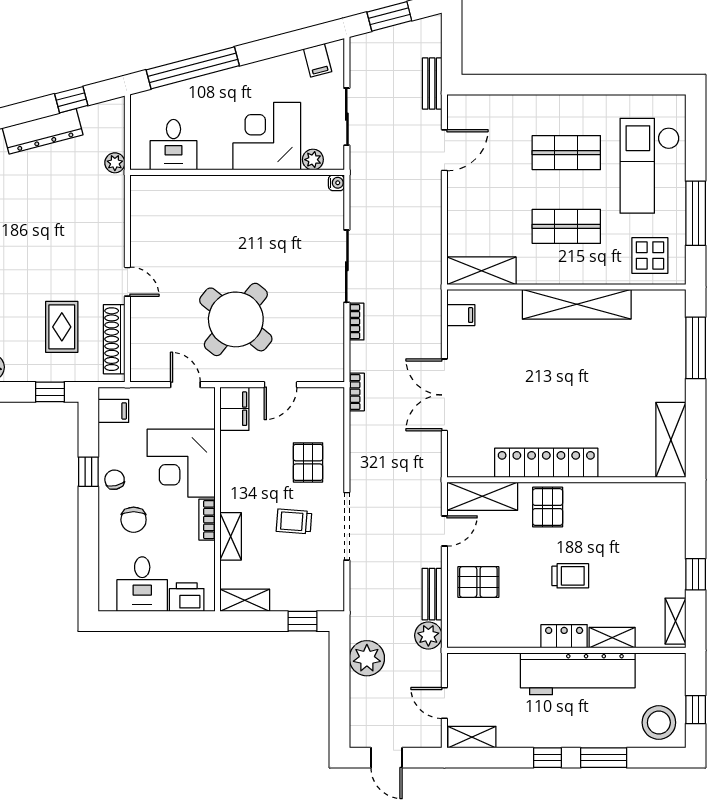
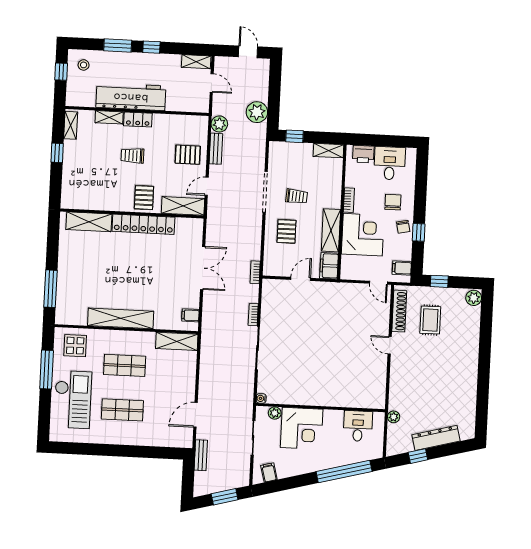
round table: (236, 319) -> (326, 319), removed
door: (185, 385) -> (378, 283), moved
shelving: (671, 440) -> (89, 222), moved, turned 90
shelving: (231, 536) -> (331, 230), moved, width x1.50, depth x1.33
stool: (659, 723) -> (84, 65), width x0.53, depth x0.53

